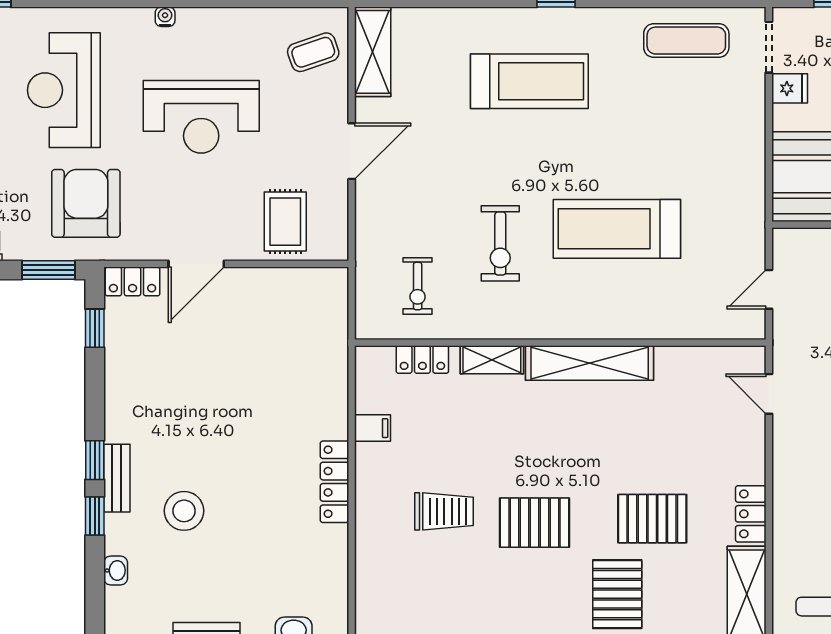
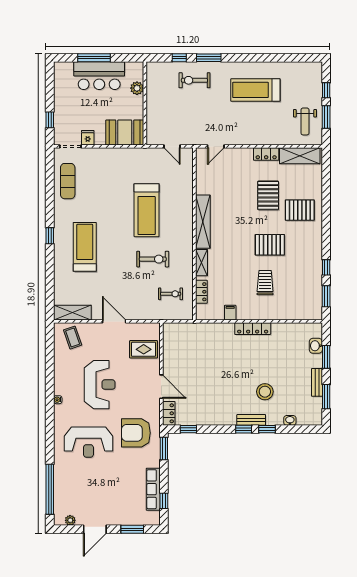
pallet: (535, 523) -> (270, 245), turned 90

